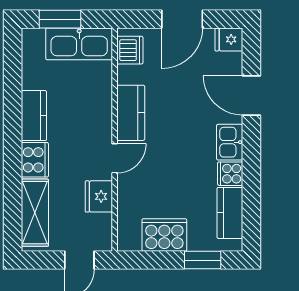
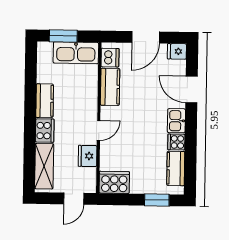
kitchen counter: (131, 113) -> (110, 87), moved
cooker: (164, 235) -> (114, 182), moved

